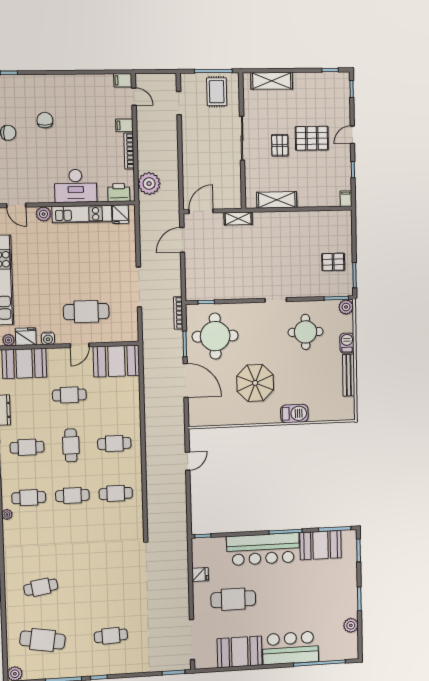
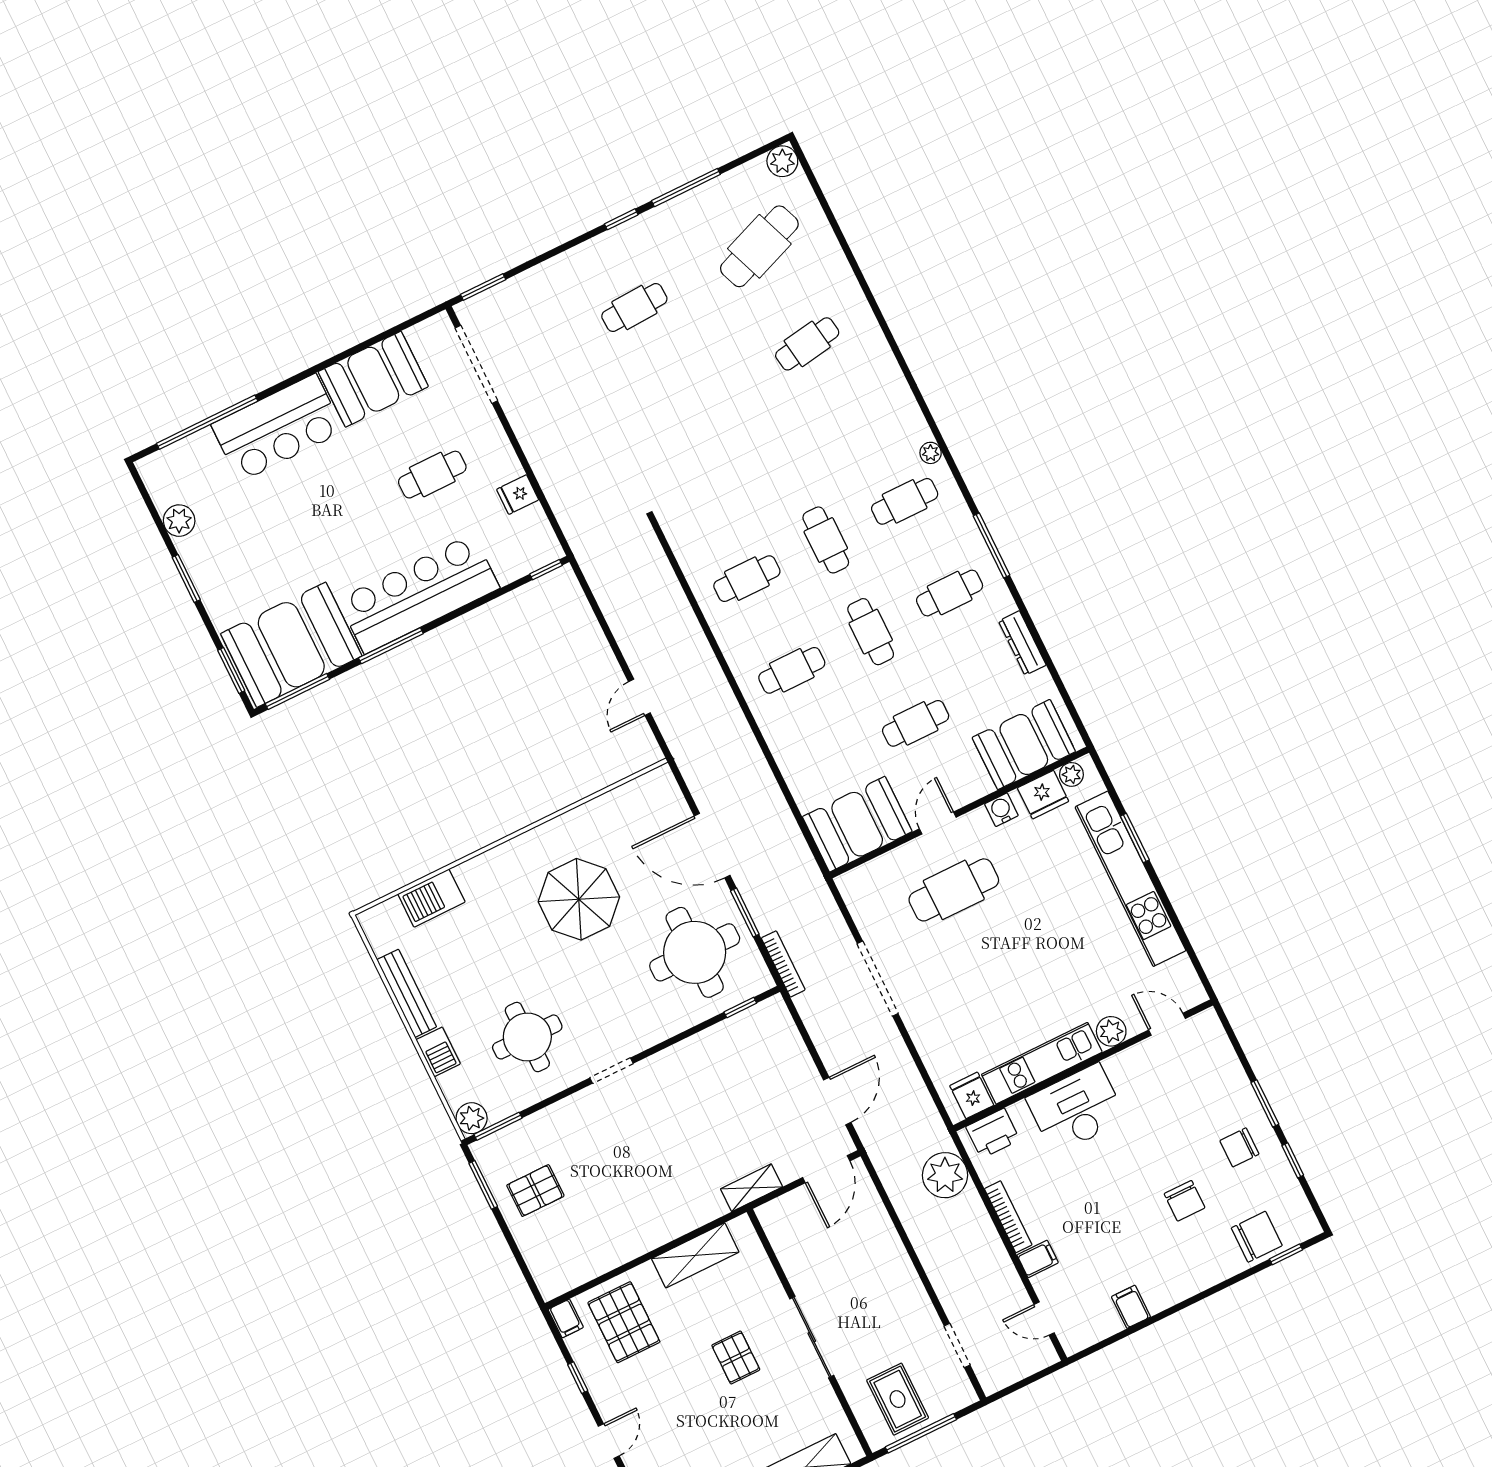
filing cabinet: (123, 80) -> (1131, 1307), moved, turned -90
chair: (19, 88) -> (1257, 1237), added
pallet: (312, 138) -> (624, 1322), moved, turned 90
barbecue: (294, 413) -> (431, 898), moved
cafe table: (72, 496) -> (826, 540), turned 90
booth: (321, 545) -> (291, 645), width x1.36, depth x1.42
cafe table: (233, 599) -> (432, 475), width x0.73, depth x0.74
cafe table: (42, 640) -> (759, 246), turned -30

